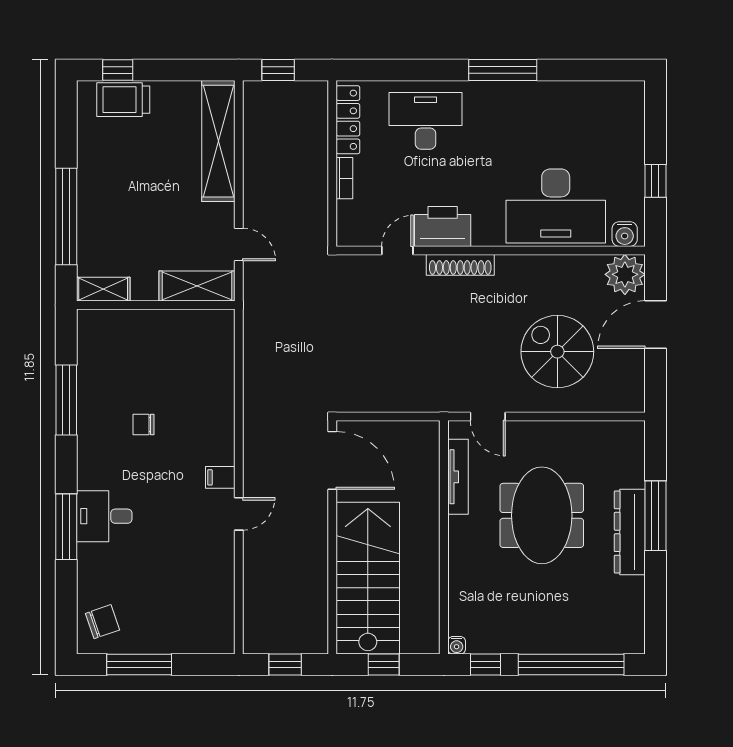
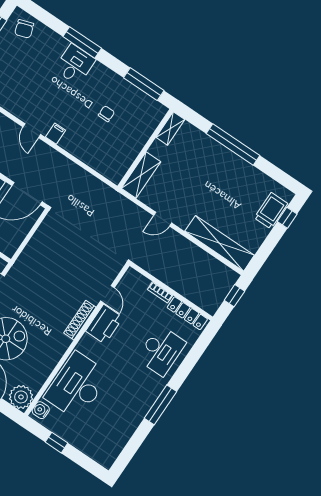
shelving: (197, 286) -> (141, 175), moved
shelving: (103, 289) -> (170, 128), moved
wall: (156, 305) -> (145, 149), moved

